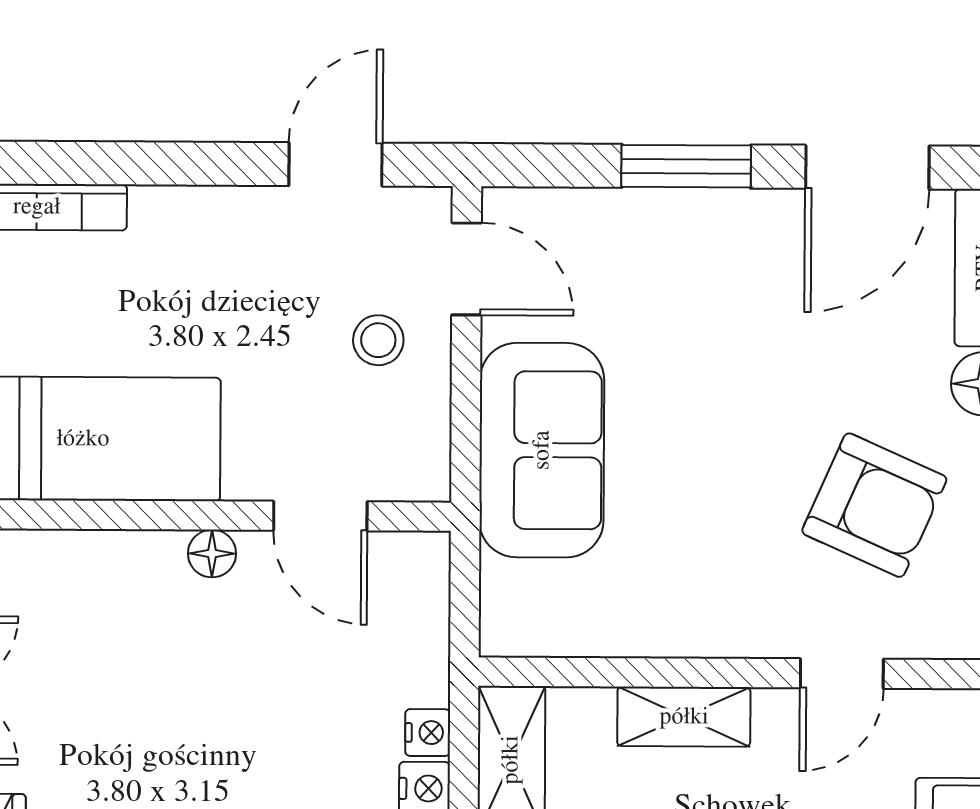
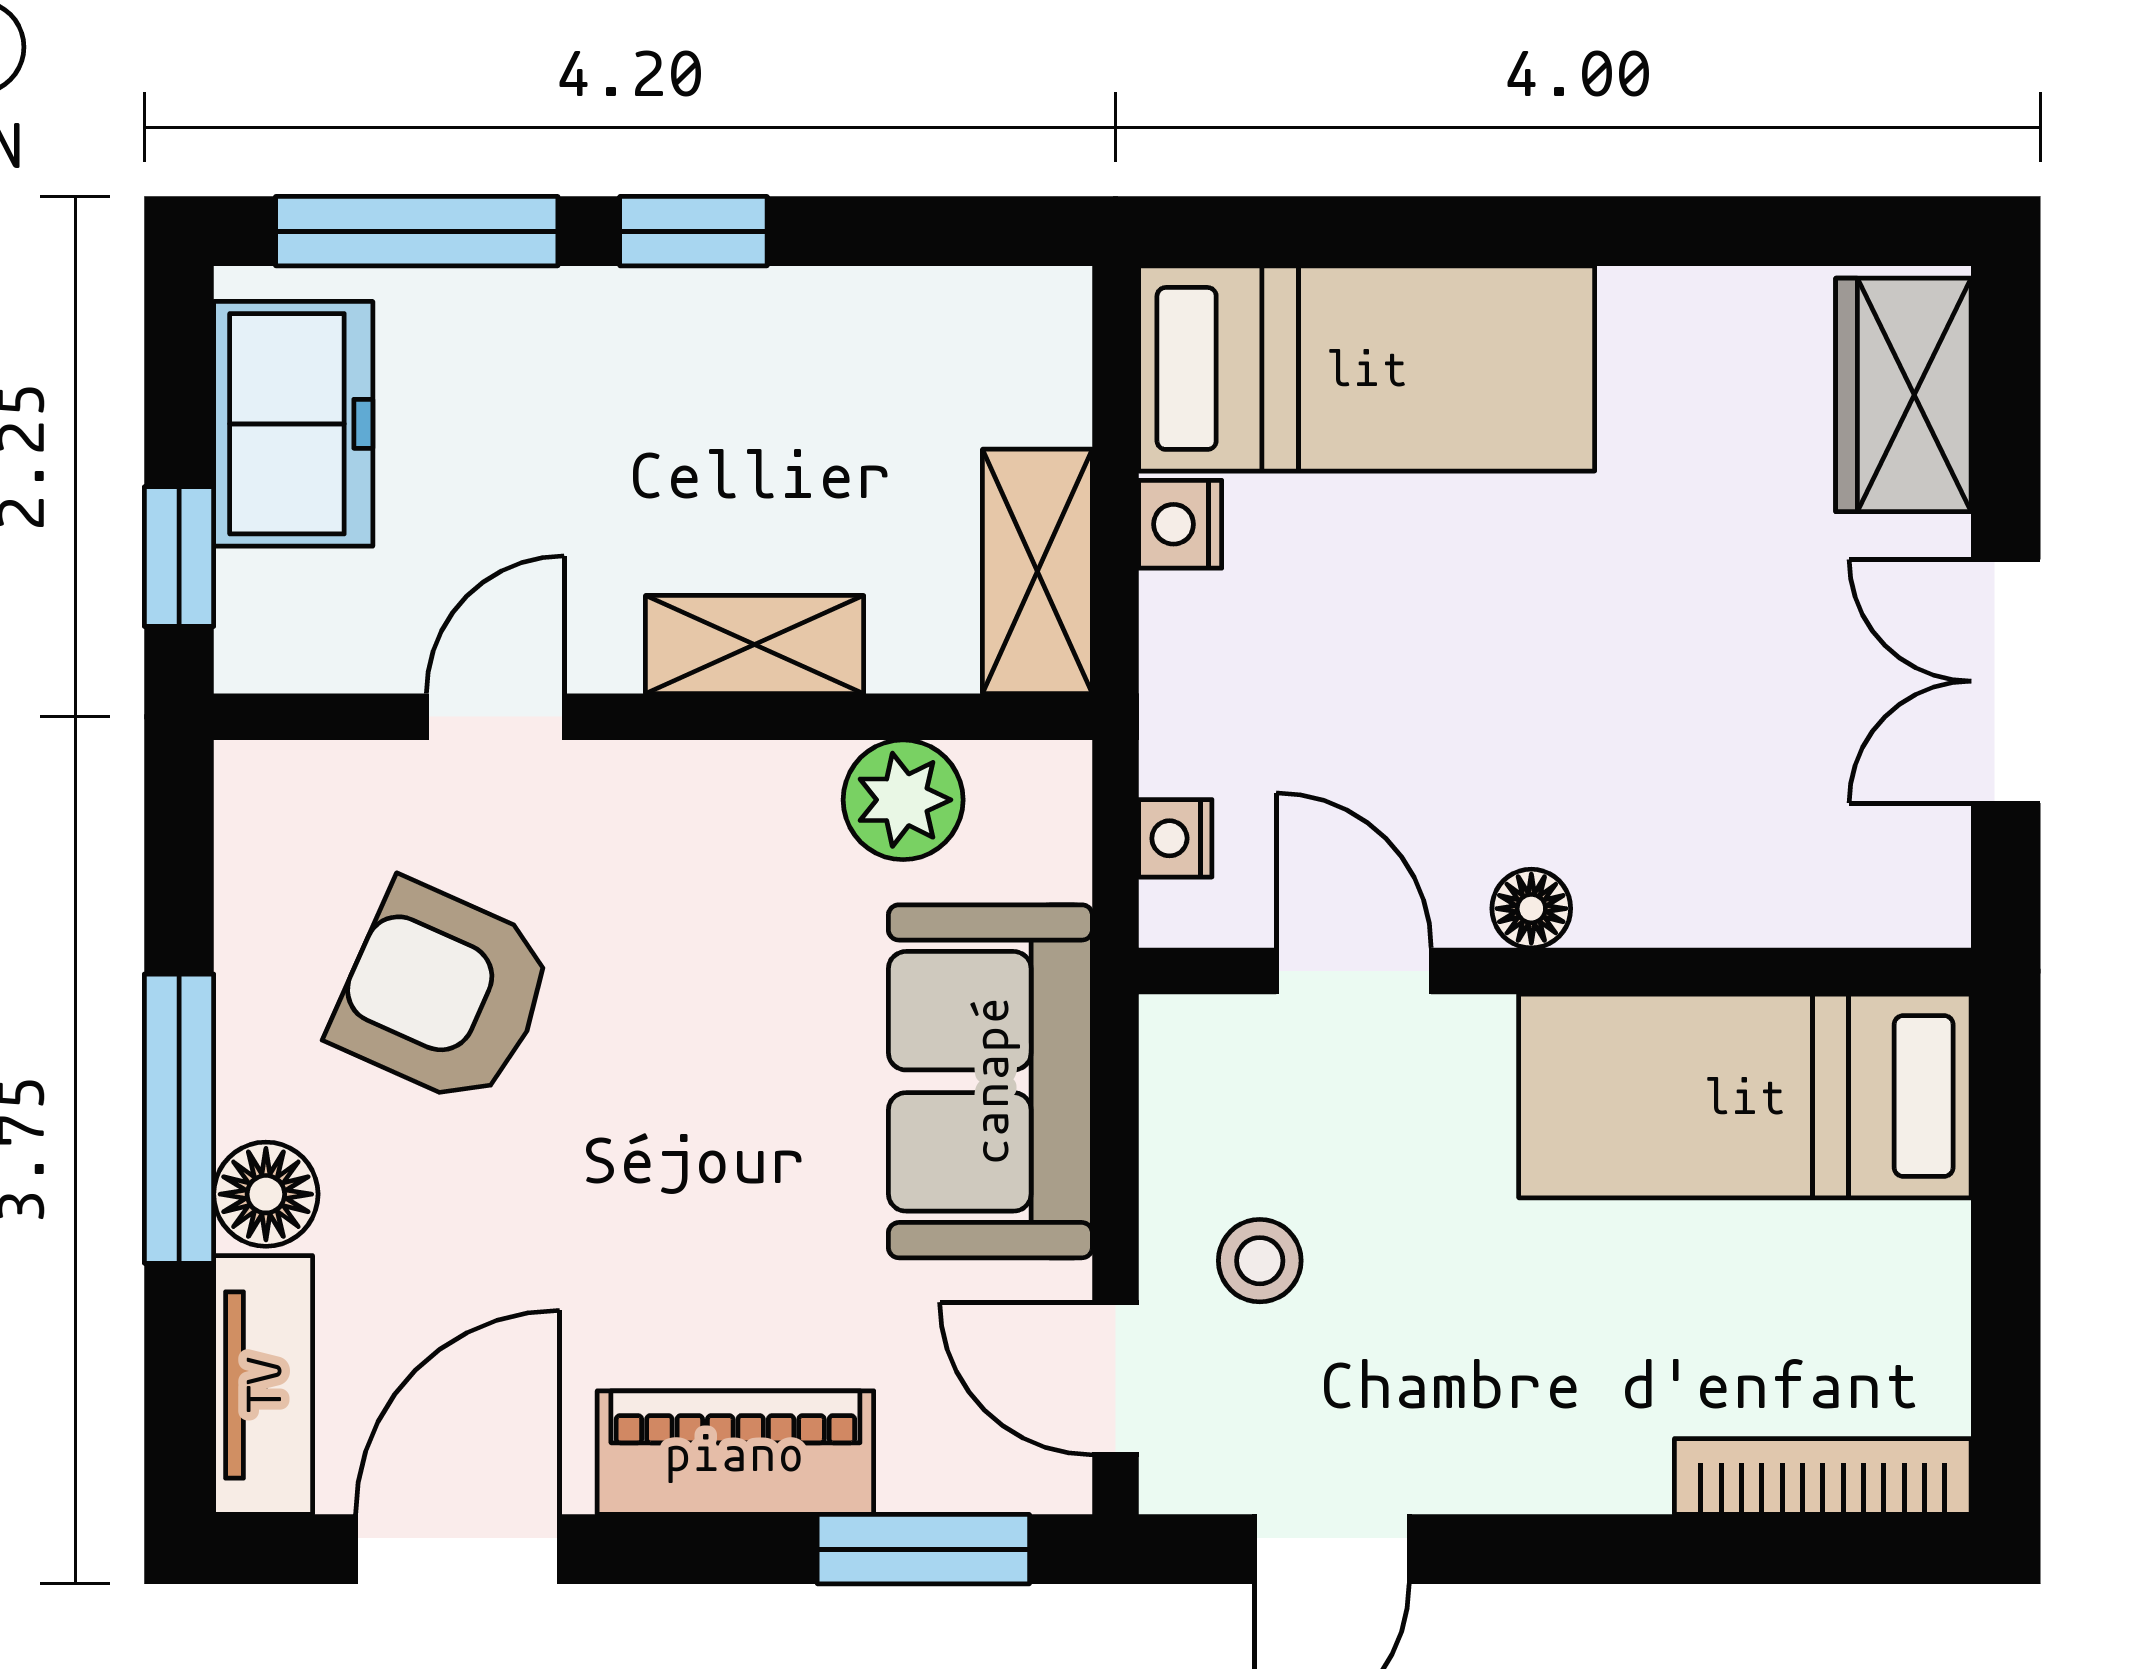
window: (686, 166) -> (923, 1549), moved
piano: (698, 225) -> (735, 1453), added
plant: (594, 622) -> (903, 800), added
nightstand: (428, 733) -> (1175, 838), moved

